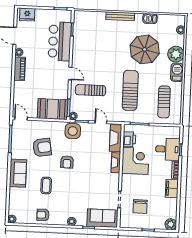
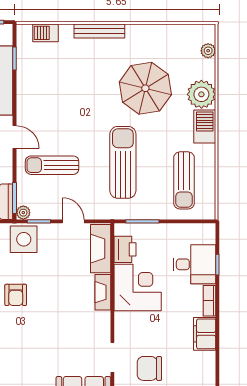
barbecue: (150, 19) -> (45, 33), moved
chair: (140, 207) -> (149, 368), turned 90

